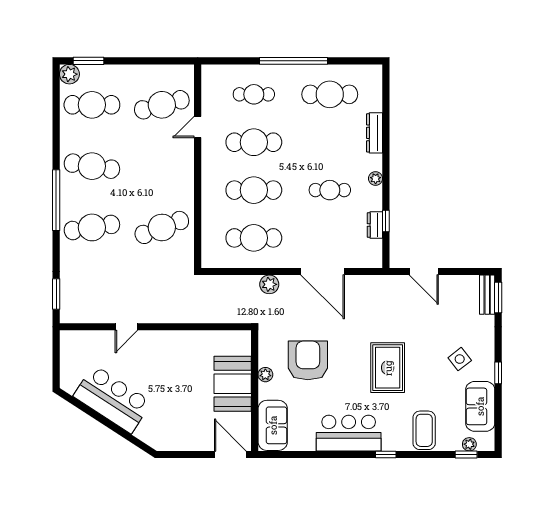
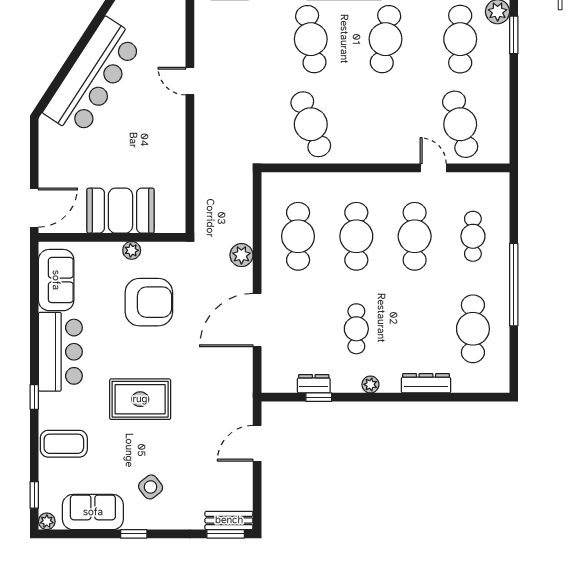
bar counter: (112, 399) -> (93, 77), width x1.36
sofa: (273, 425) -> (56, 280), moved, turned -90
plant: (469, 444) -> (47, 521), moved

